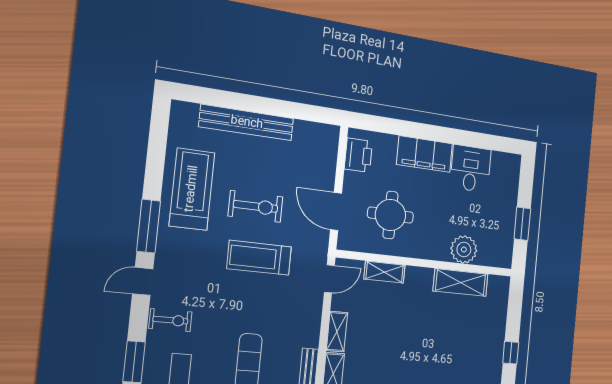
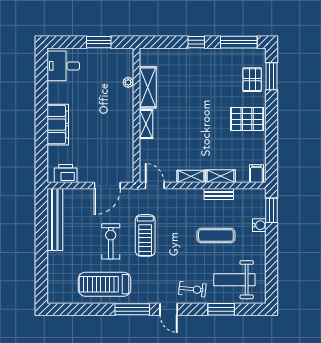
bench: (247, 123) -> (55, 220), moved
desk: (471, 169) -> (63, 66), moved
round table: (390, 215) -> (105, 146), removed
plant: (464, 250) -> (128, 82), width x0.53, depth x0.53
shelving: (385, 272) -> (146, 124), moved
exercise bike: (170, 320) -> (192, 289), turned 96

